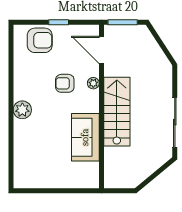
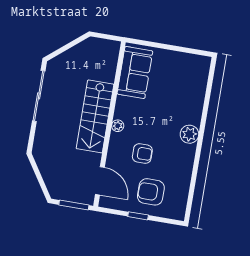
armchair: (40, 40) -> (151, 192), moved
plant: (93, 83) -> (118, 126), moved
sofa: (85, 137) -> (135, 72), moved

